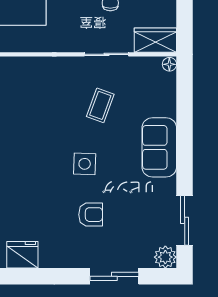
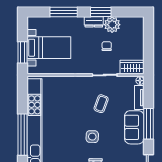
tv unit: (168, 94) -> (139, 98), added
window: (185, 141) -> (148, 124), added

